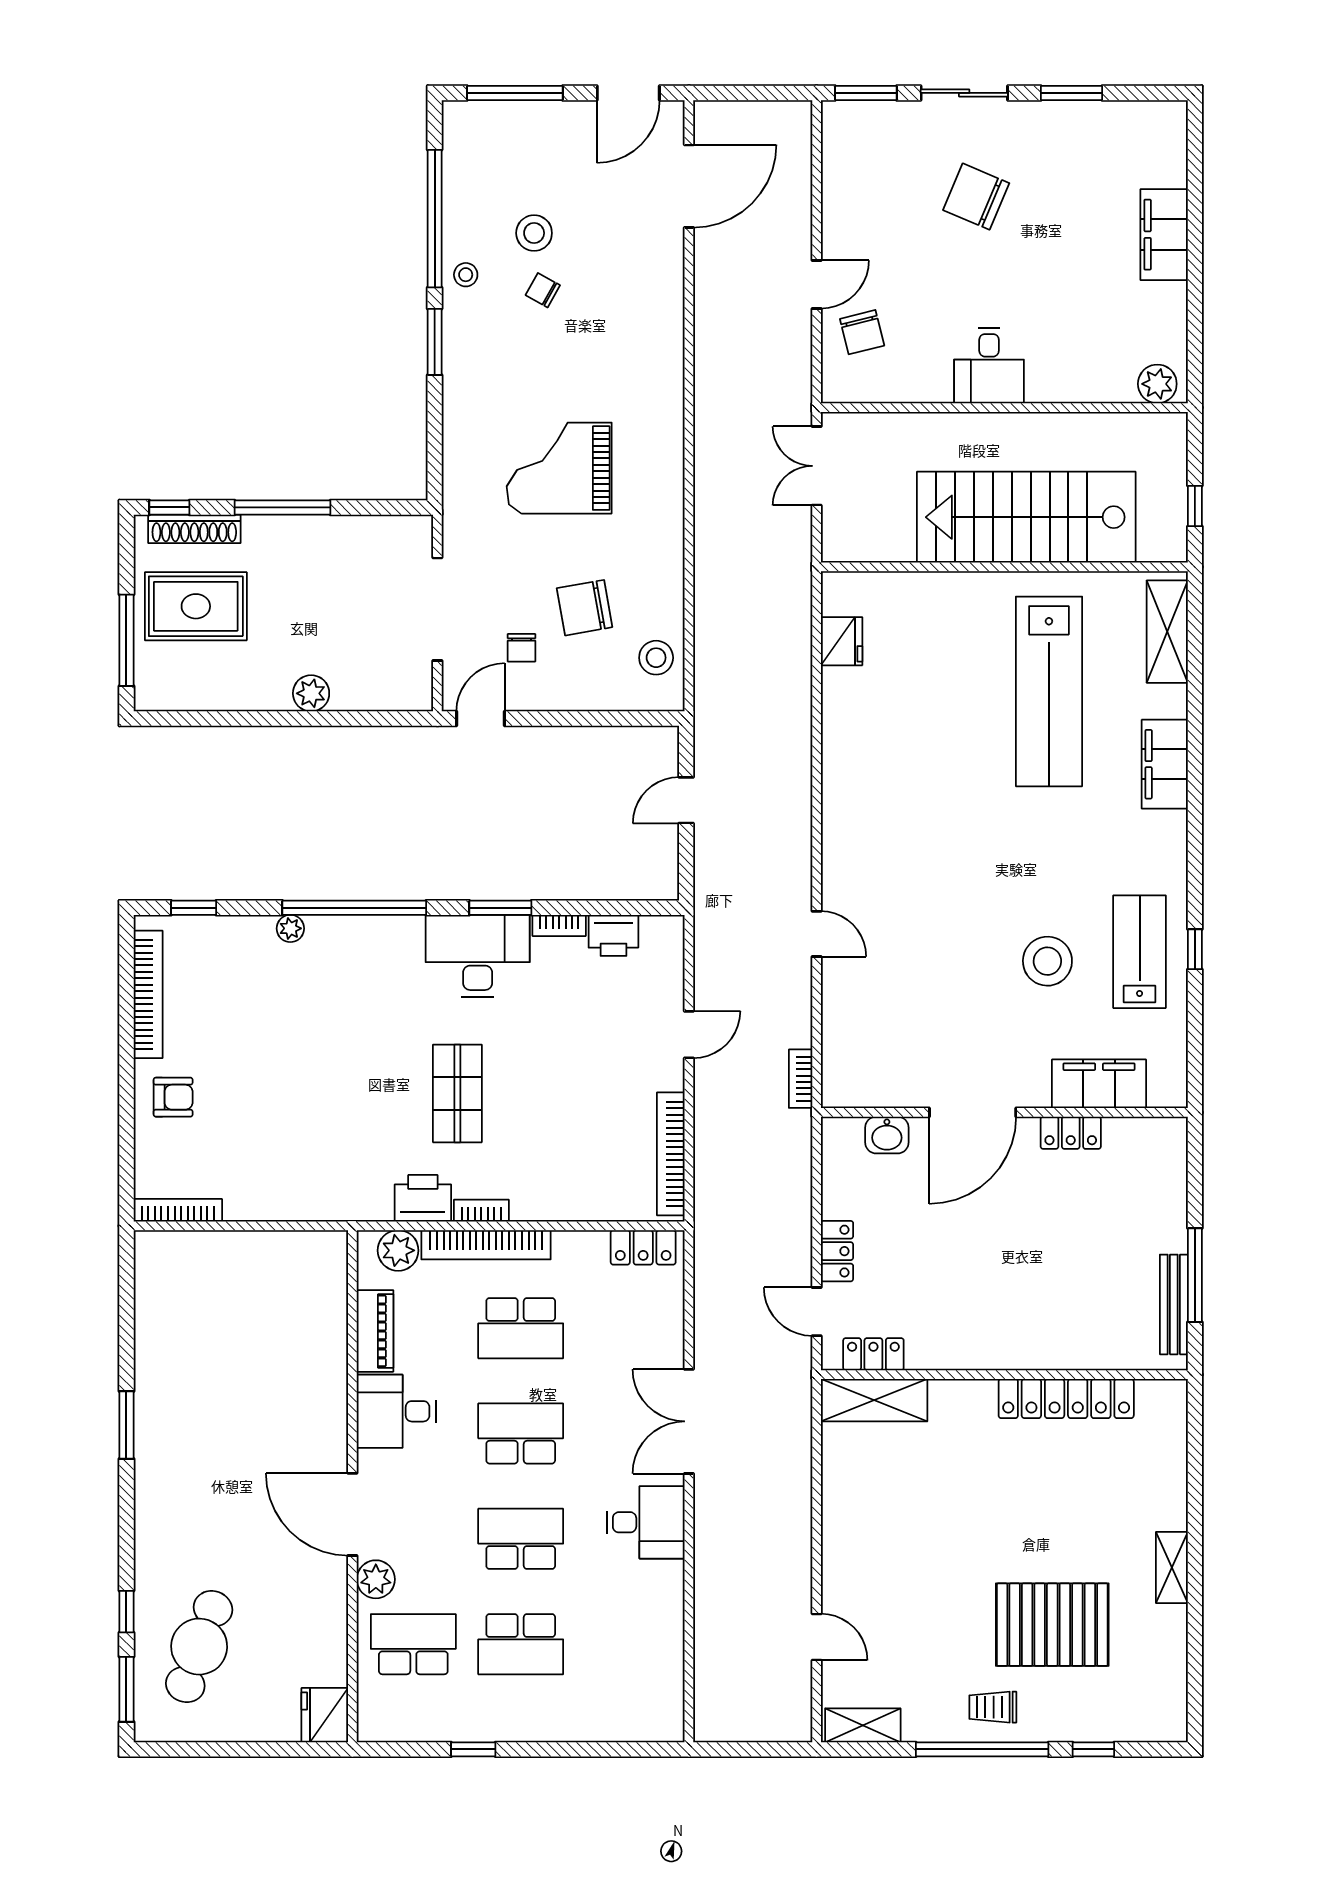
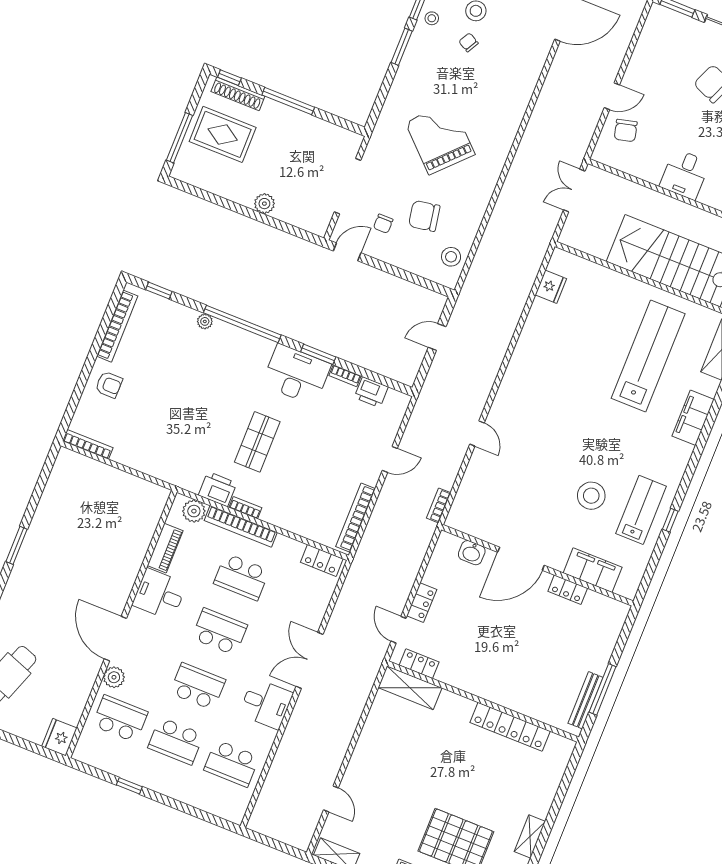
grand piano: (559, 468) -> (440, 138), turned 44
lab bench: (1049, 691) -> (648, 356), turned 180
school desk: (628, 1644) -> (232, 763), added

